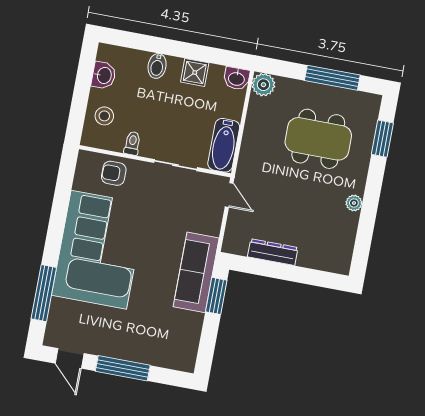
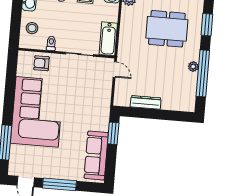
window: (368, 215) -> (203, 73), added
sofa: (196, 272) -> (96, 155), moved

